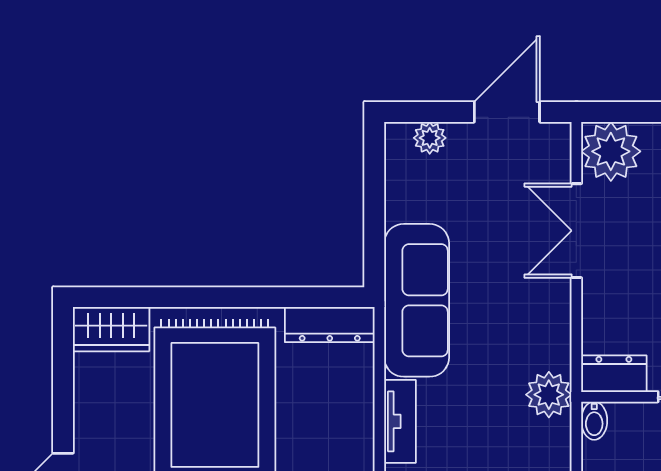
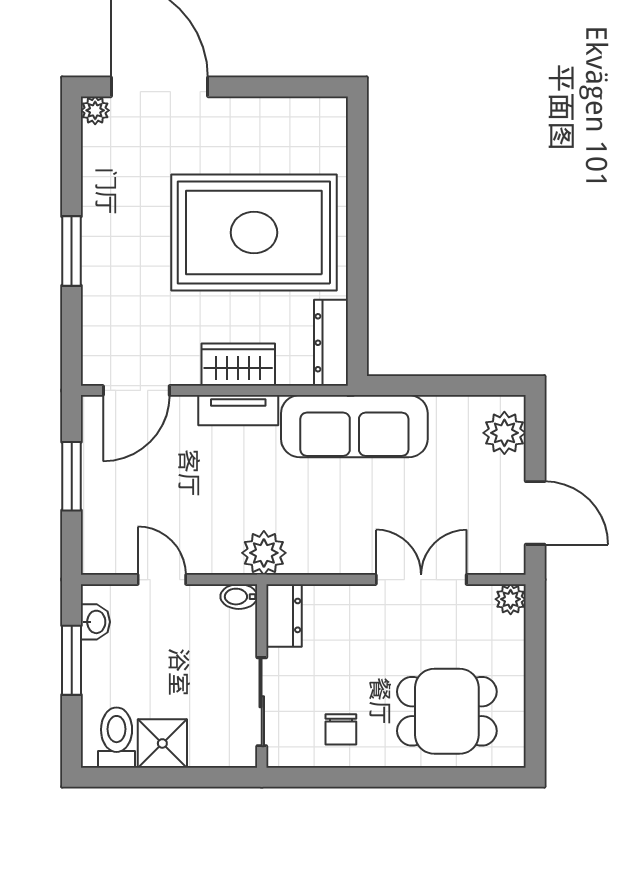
plant: (430, 138) -> (504, 433), width x1.38, depth x1.38
plant: (611, 151) -> (511, 599), width x0.53, depth x0.53
wardrobe: (111, 329) -> (238, 365), moved, turned 90

